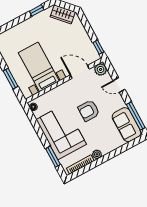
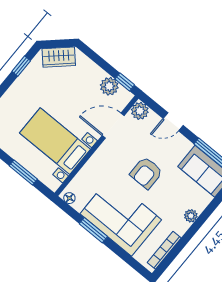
plant: (87, 46) -> (109, 86), added
plant: (97, 154) -> (191, 216), moved
window: (53, 157) -> (93, 230), moved

